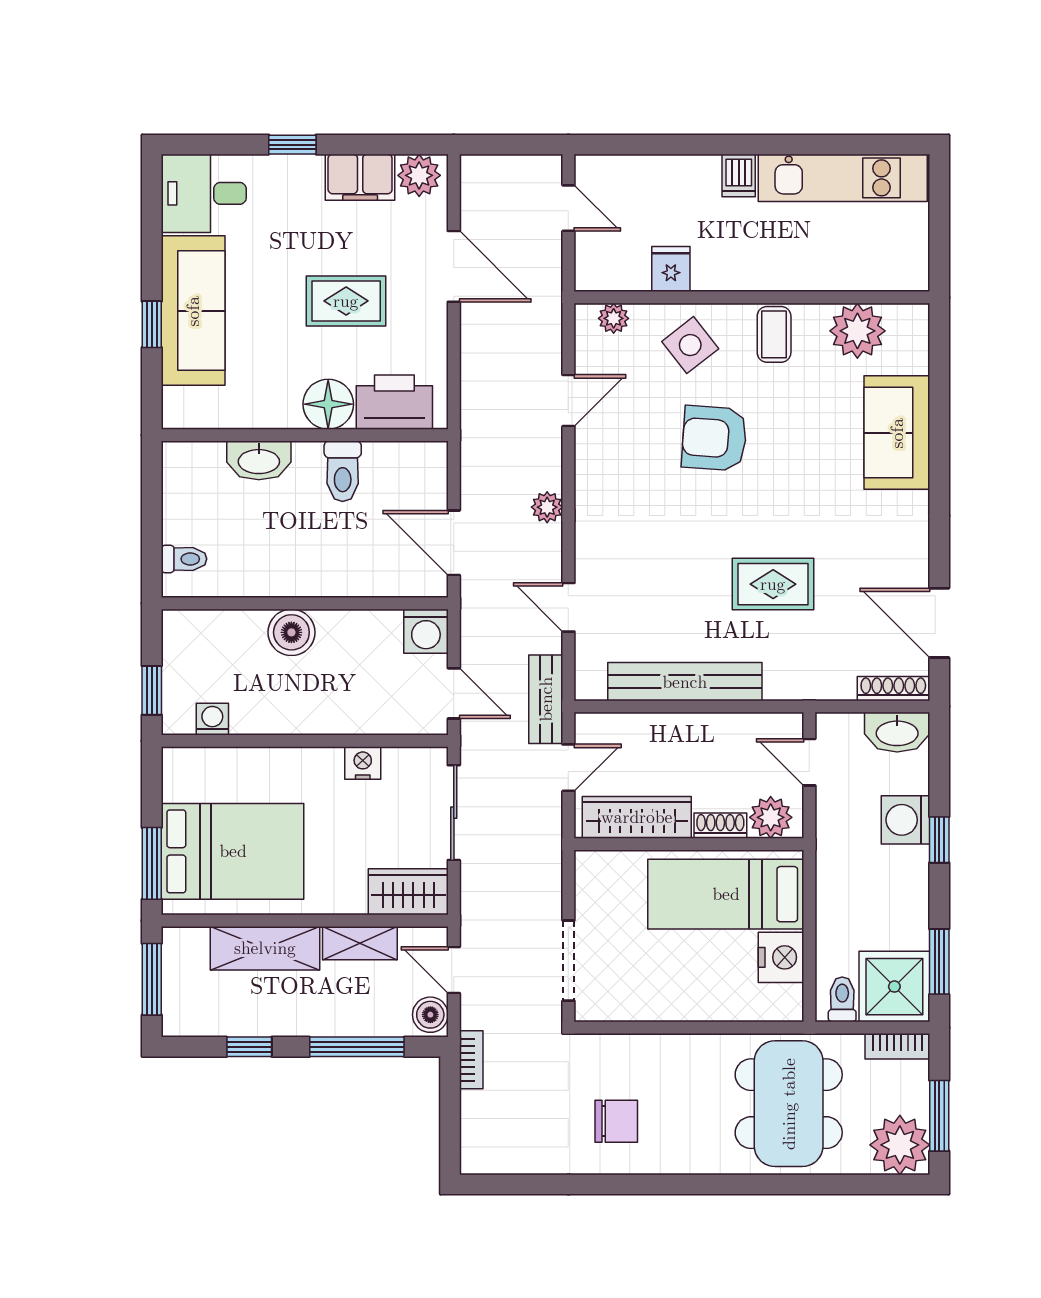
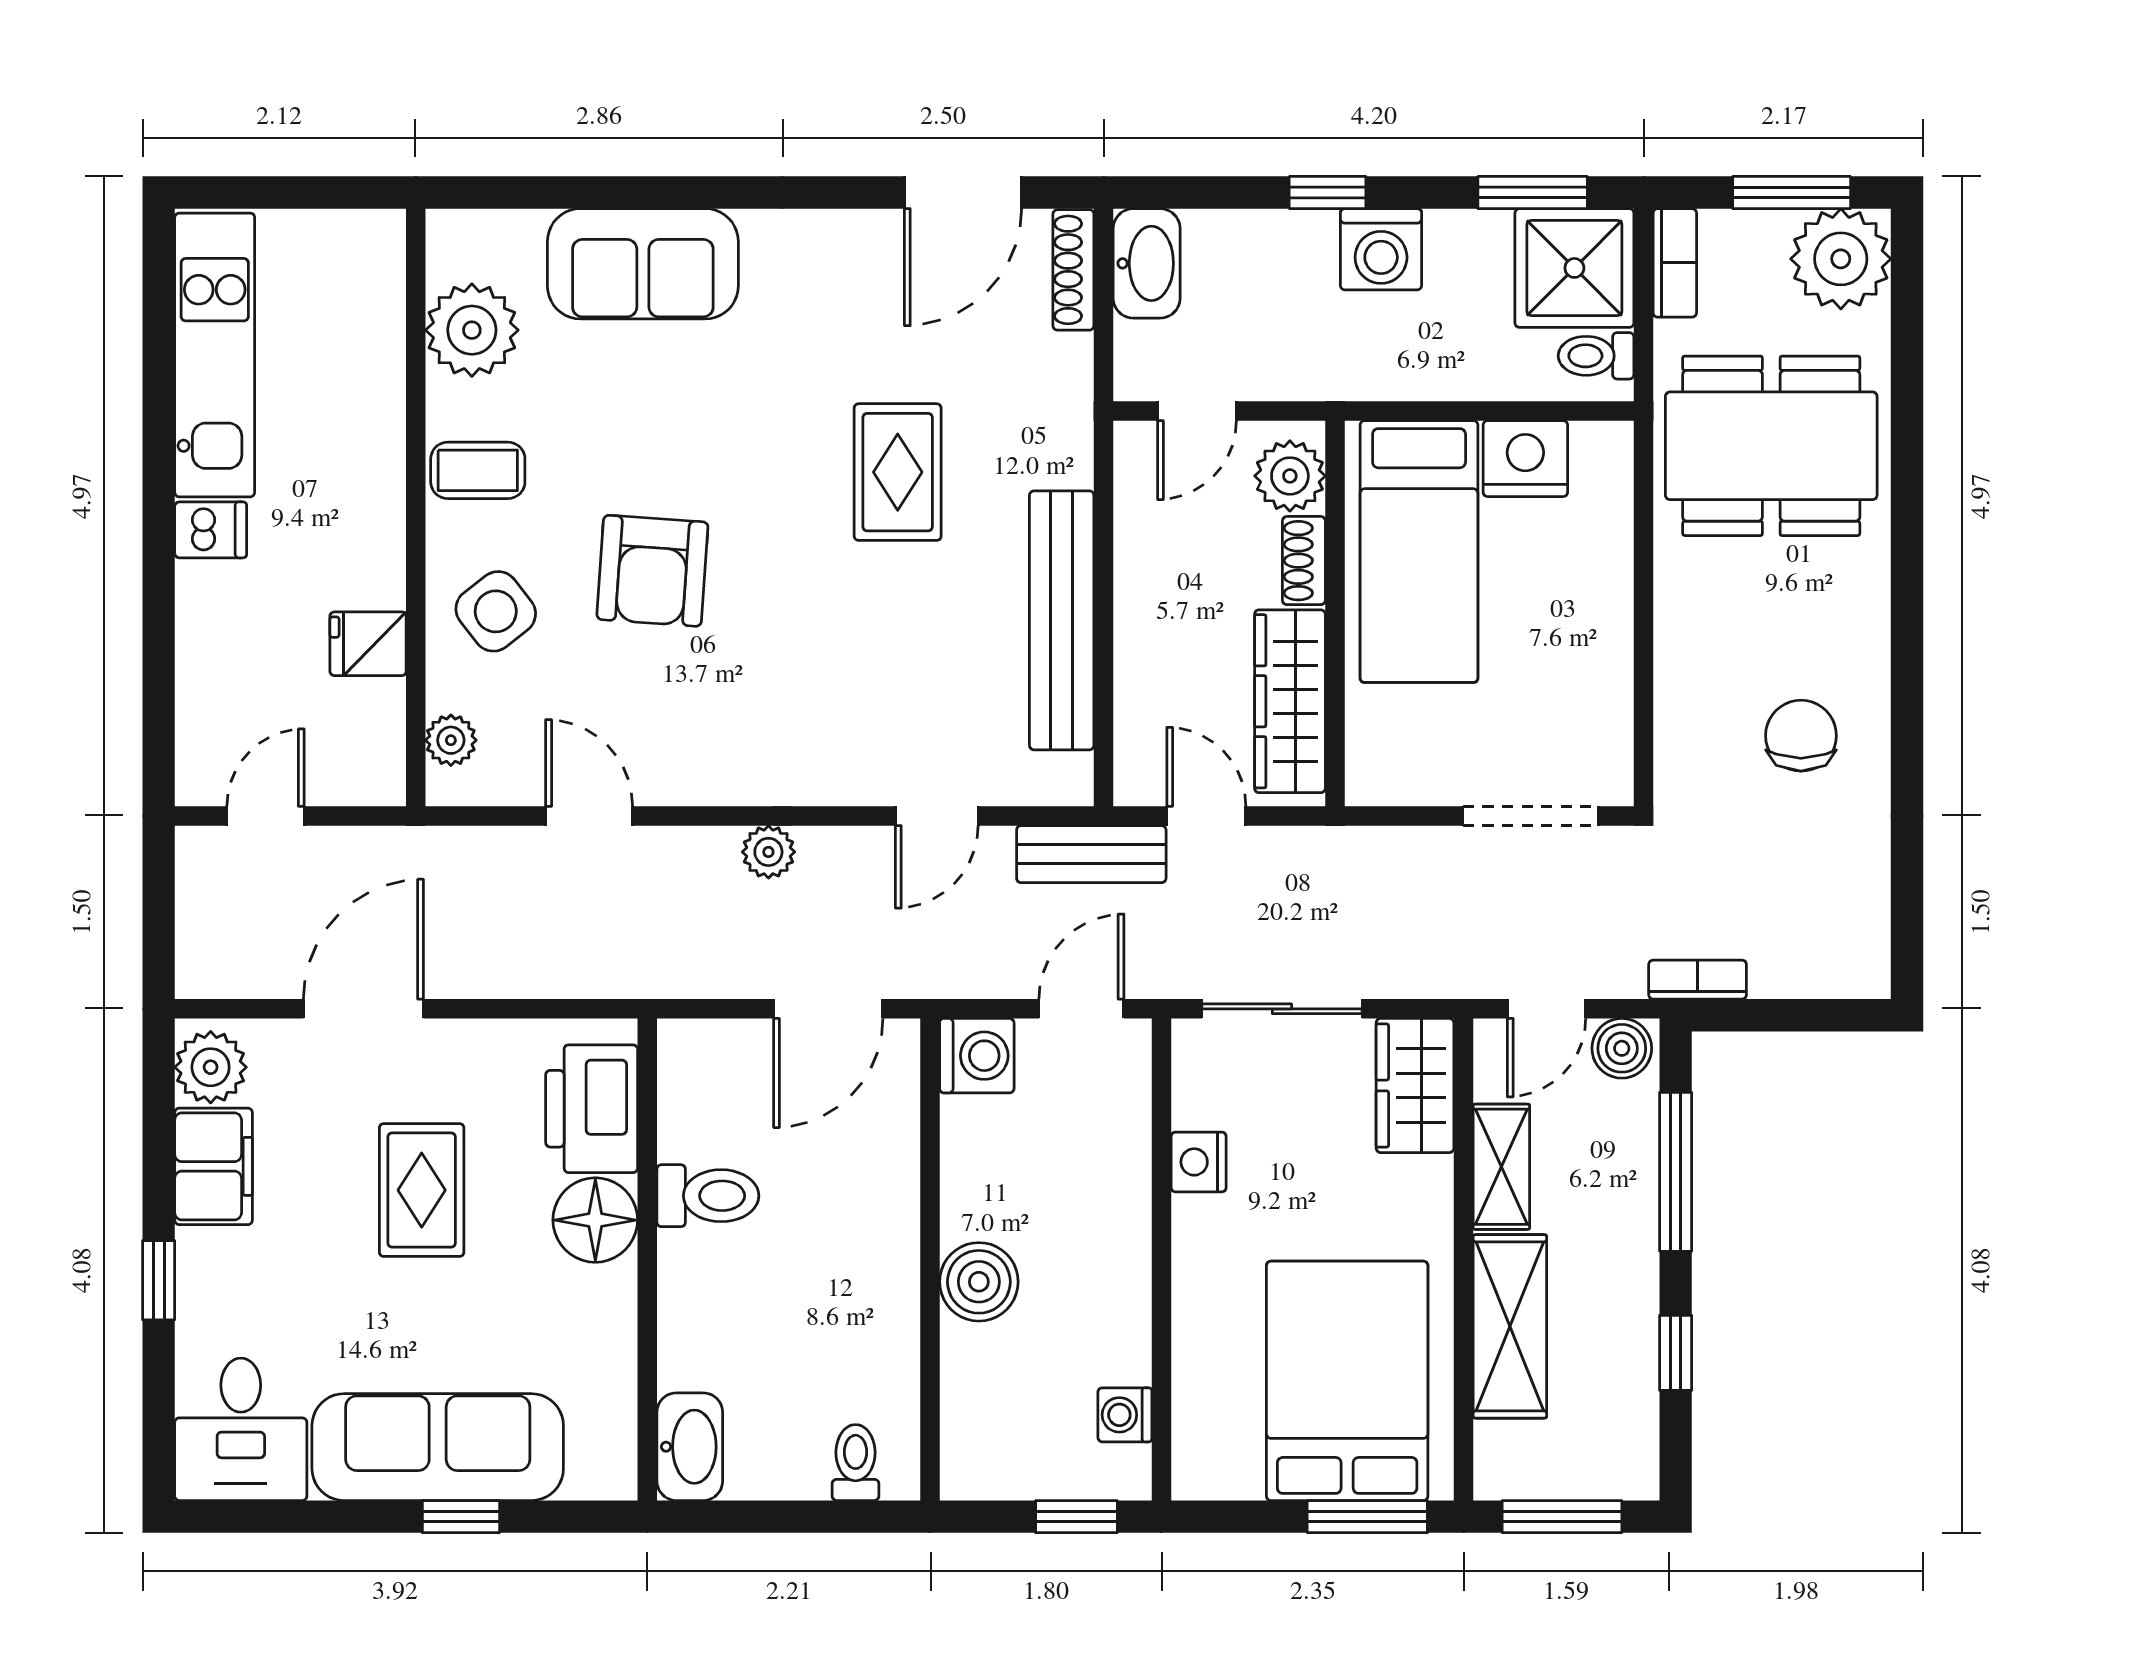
washbasin: (259, 460) -> (690, 1447), moved
washing machine: (906, 820) -> (1381, 249), moved

